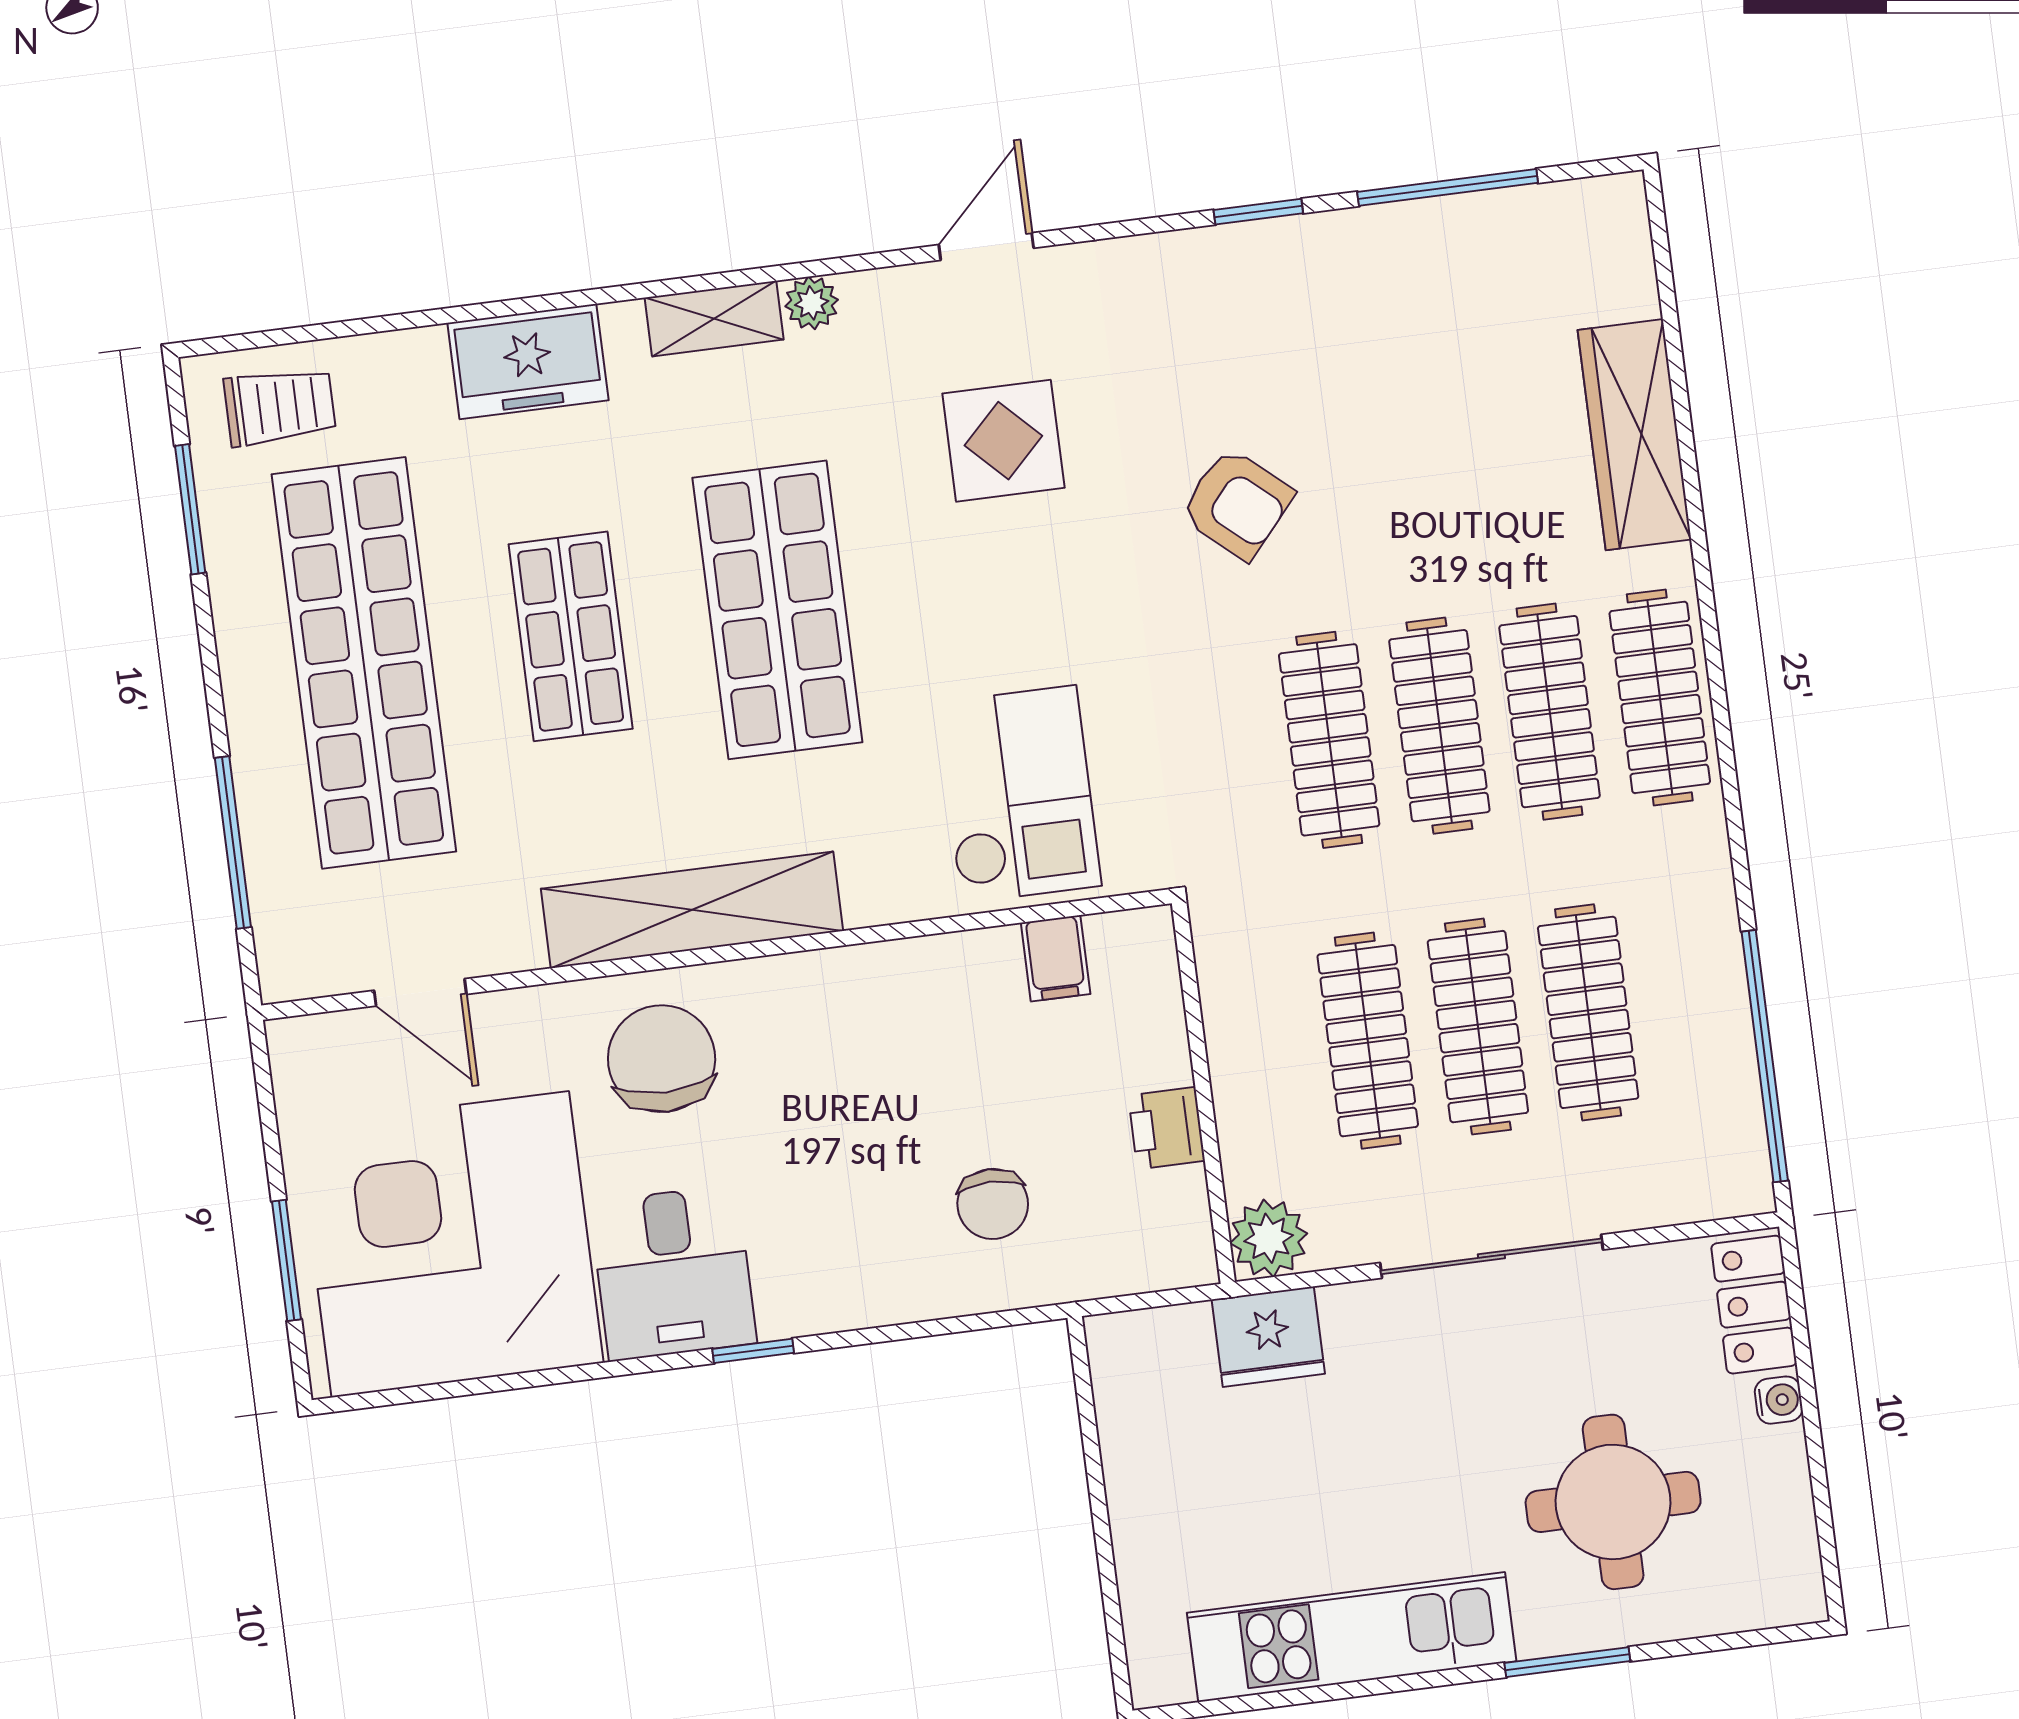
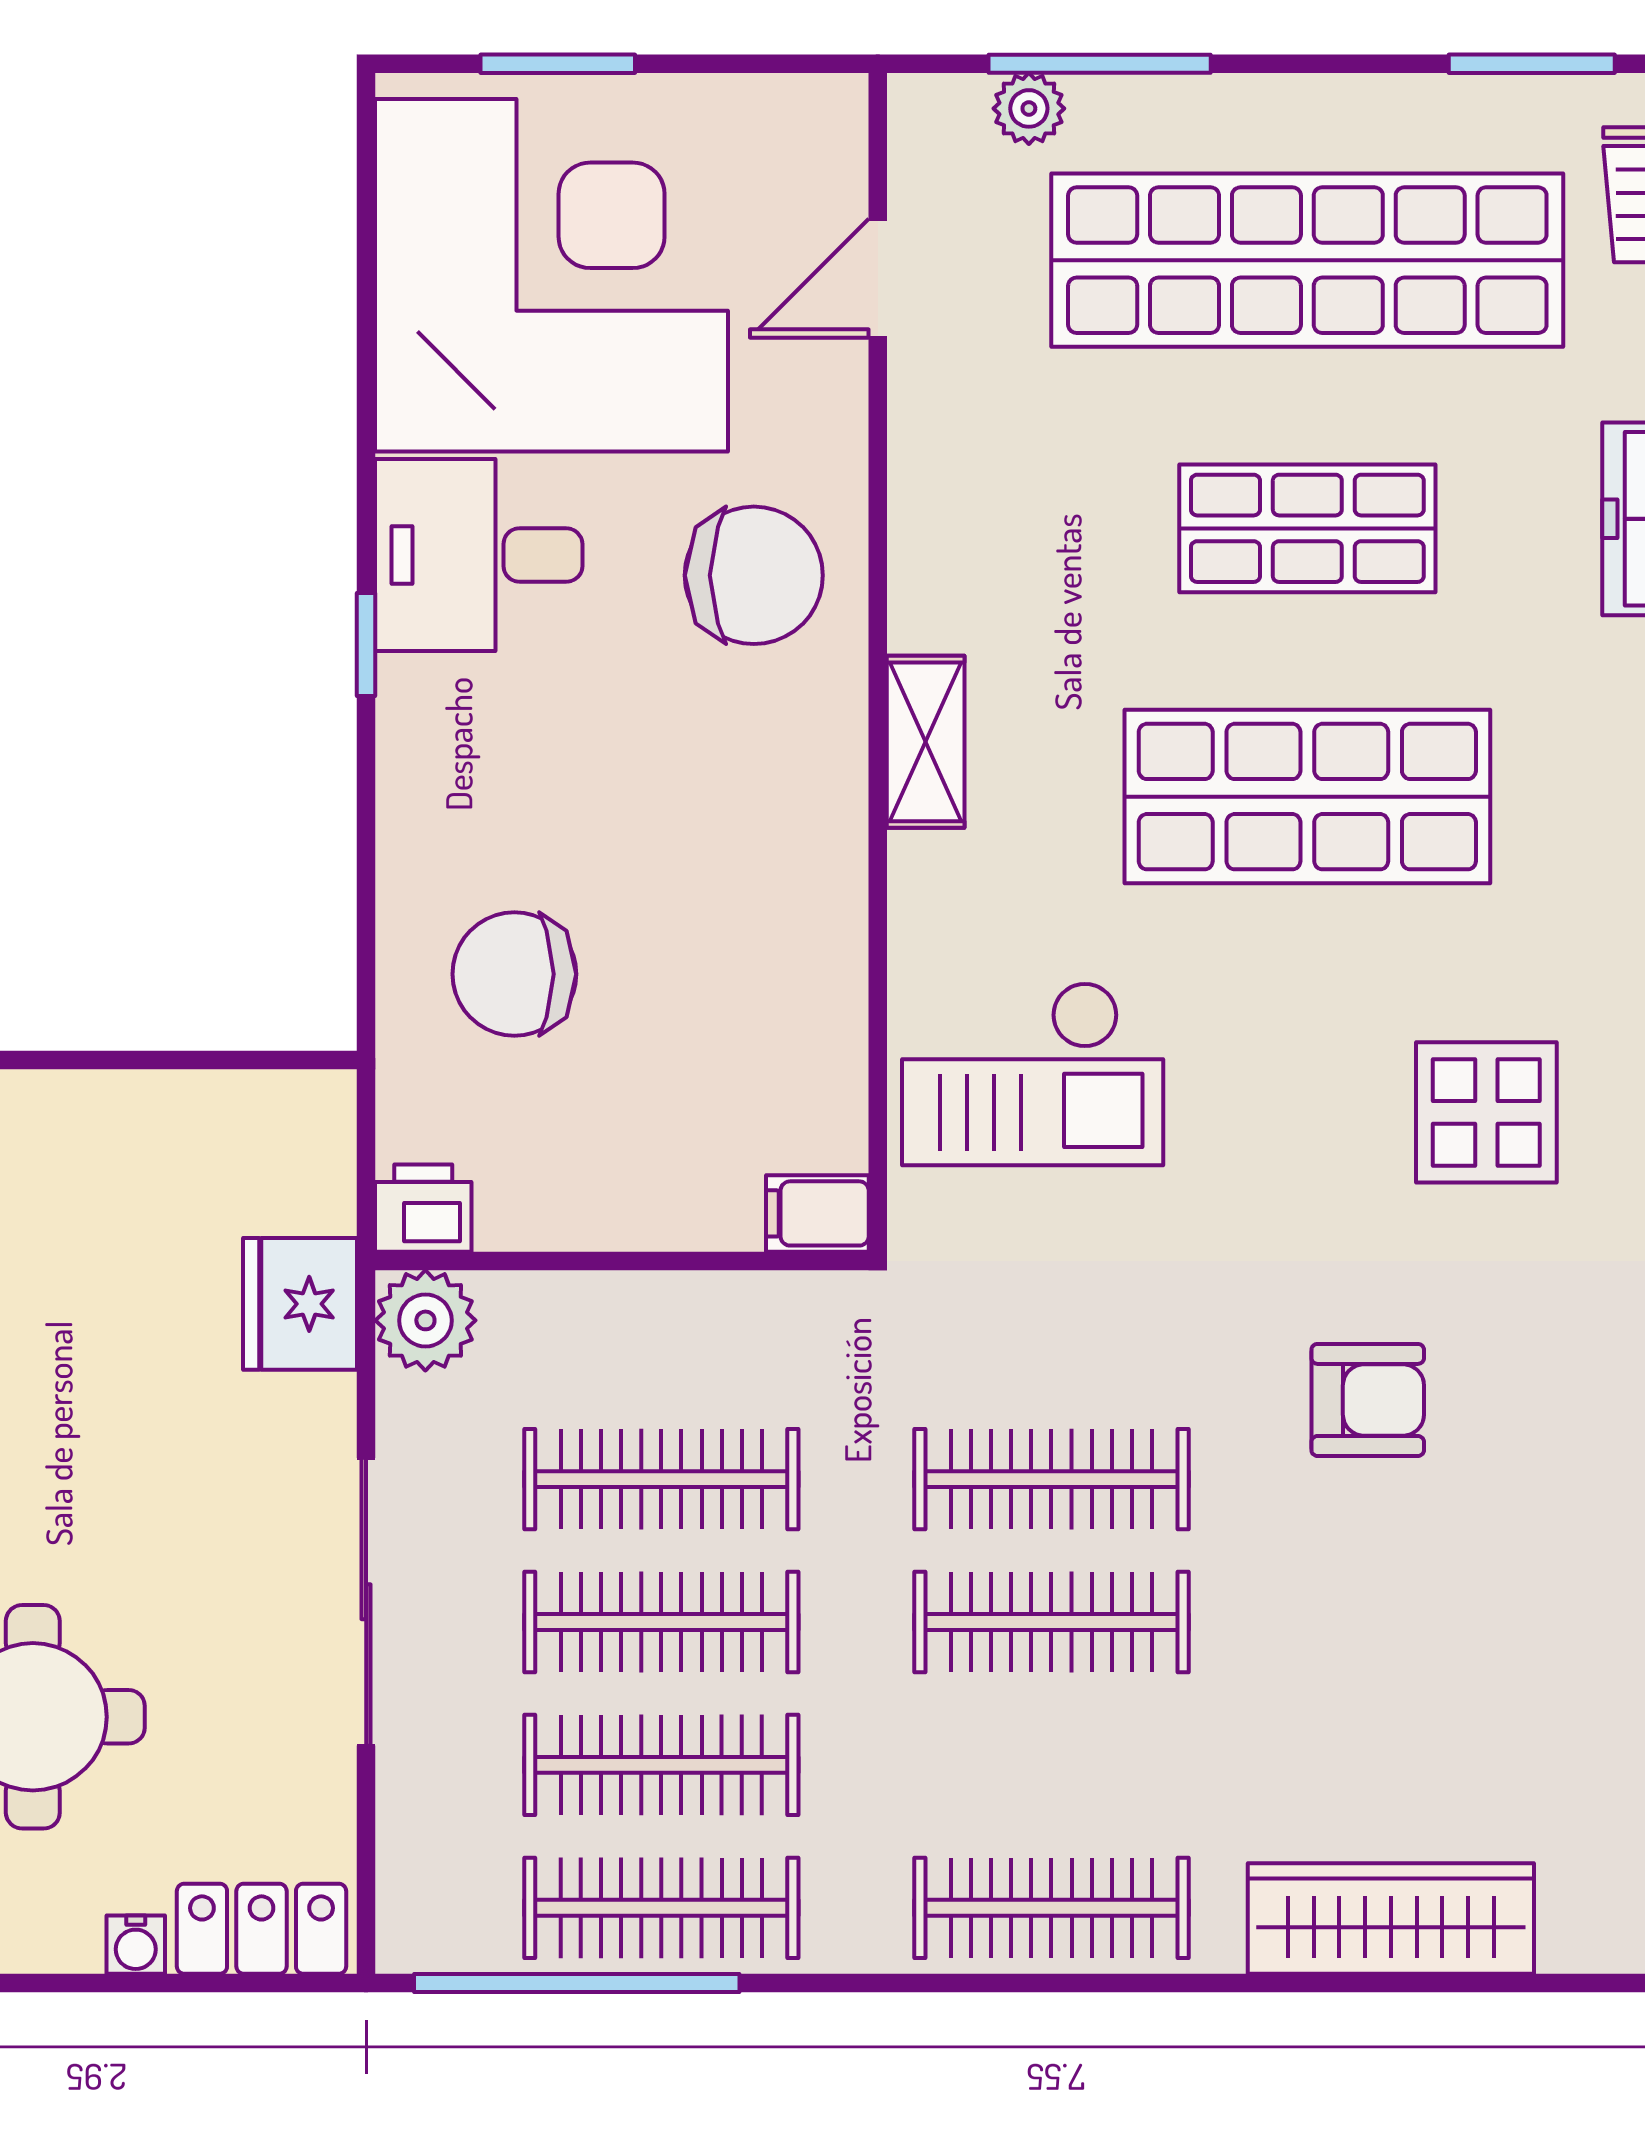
armchair: (1237, 504) -> (1368, 1400), turned -131
clothes rail: (1550, 712) -> (661, 1908), moved
plant: (274, 893) -> (1029, 108), added
shelving: (692, 910) -> (926, 742), width x0.45, depth x0.75
filing cabinet: (1056, 958) -> (817, 1213), moved
printer: (1166, 1128) -> (423, 1208), moved
chair: (993, 1204) -> (514, 974), width x1.37, depth x1.37

